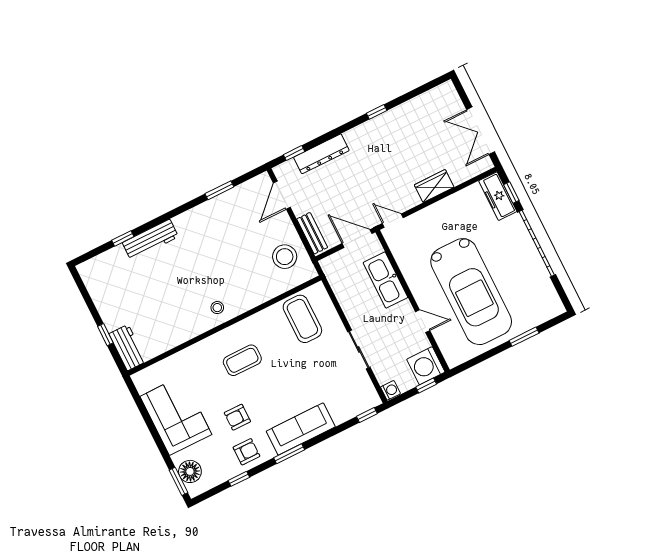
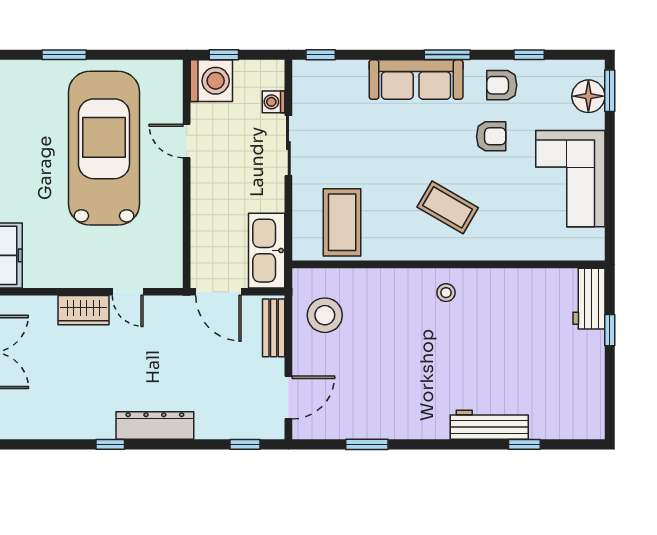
dresser: (321, 154) -> (155, 426), moved
door: (393, 221) -> (128, 292), moved
kitchen sink: (385, 280) -> (267, 251), moved, turned 180
coffee table: (242, 360) -> (448, 207), turned 30
washing machine: (390, 390) -> (274, 102), moved

